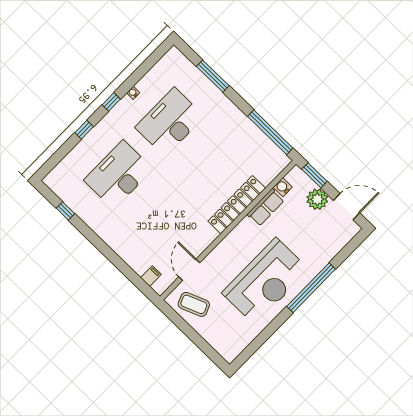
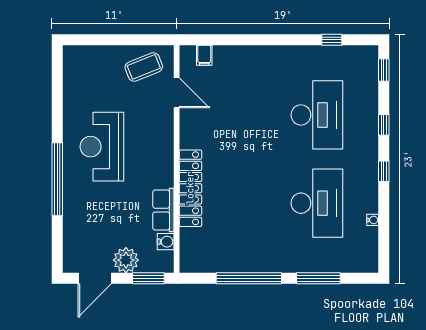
water cooler: (133, 93) -> (373, 220), moved
window: (270, 132) -> (249, 278), moved
window: (52, 163) -> (384, 70), added
reception desk: (265, 281) -> (102, 147), width x0.74, depth x0.77

